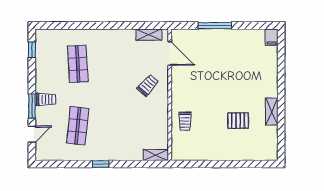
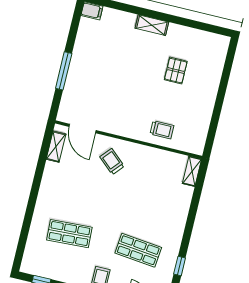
door: (170, 53) -> (83, 128), swing flipped
shelving: (272, 112) -> (152, 25), moved
window: (101, 164) -> (180, 266), moved

